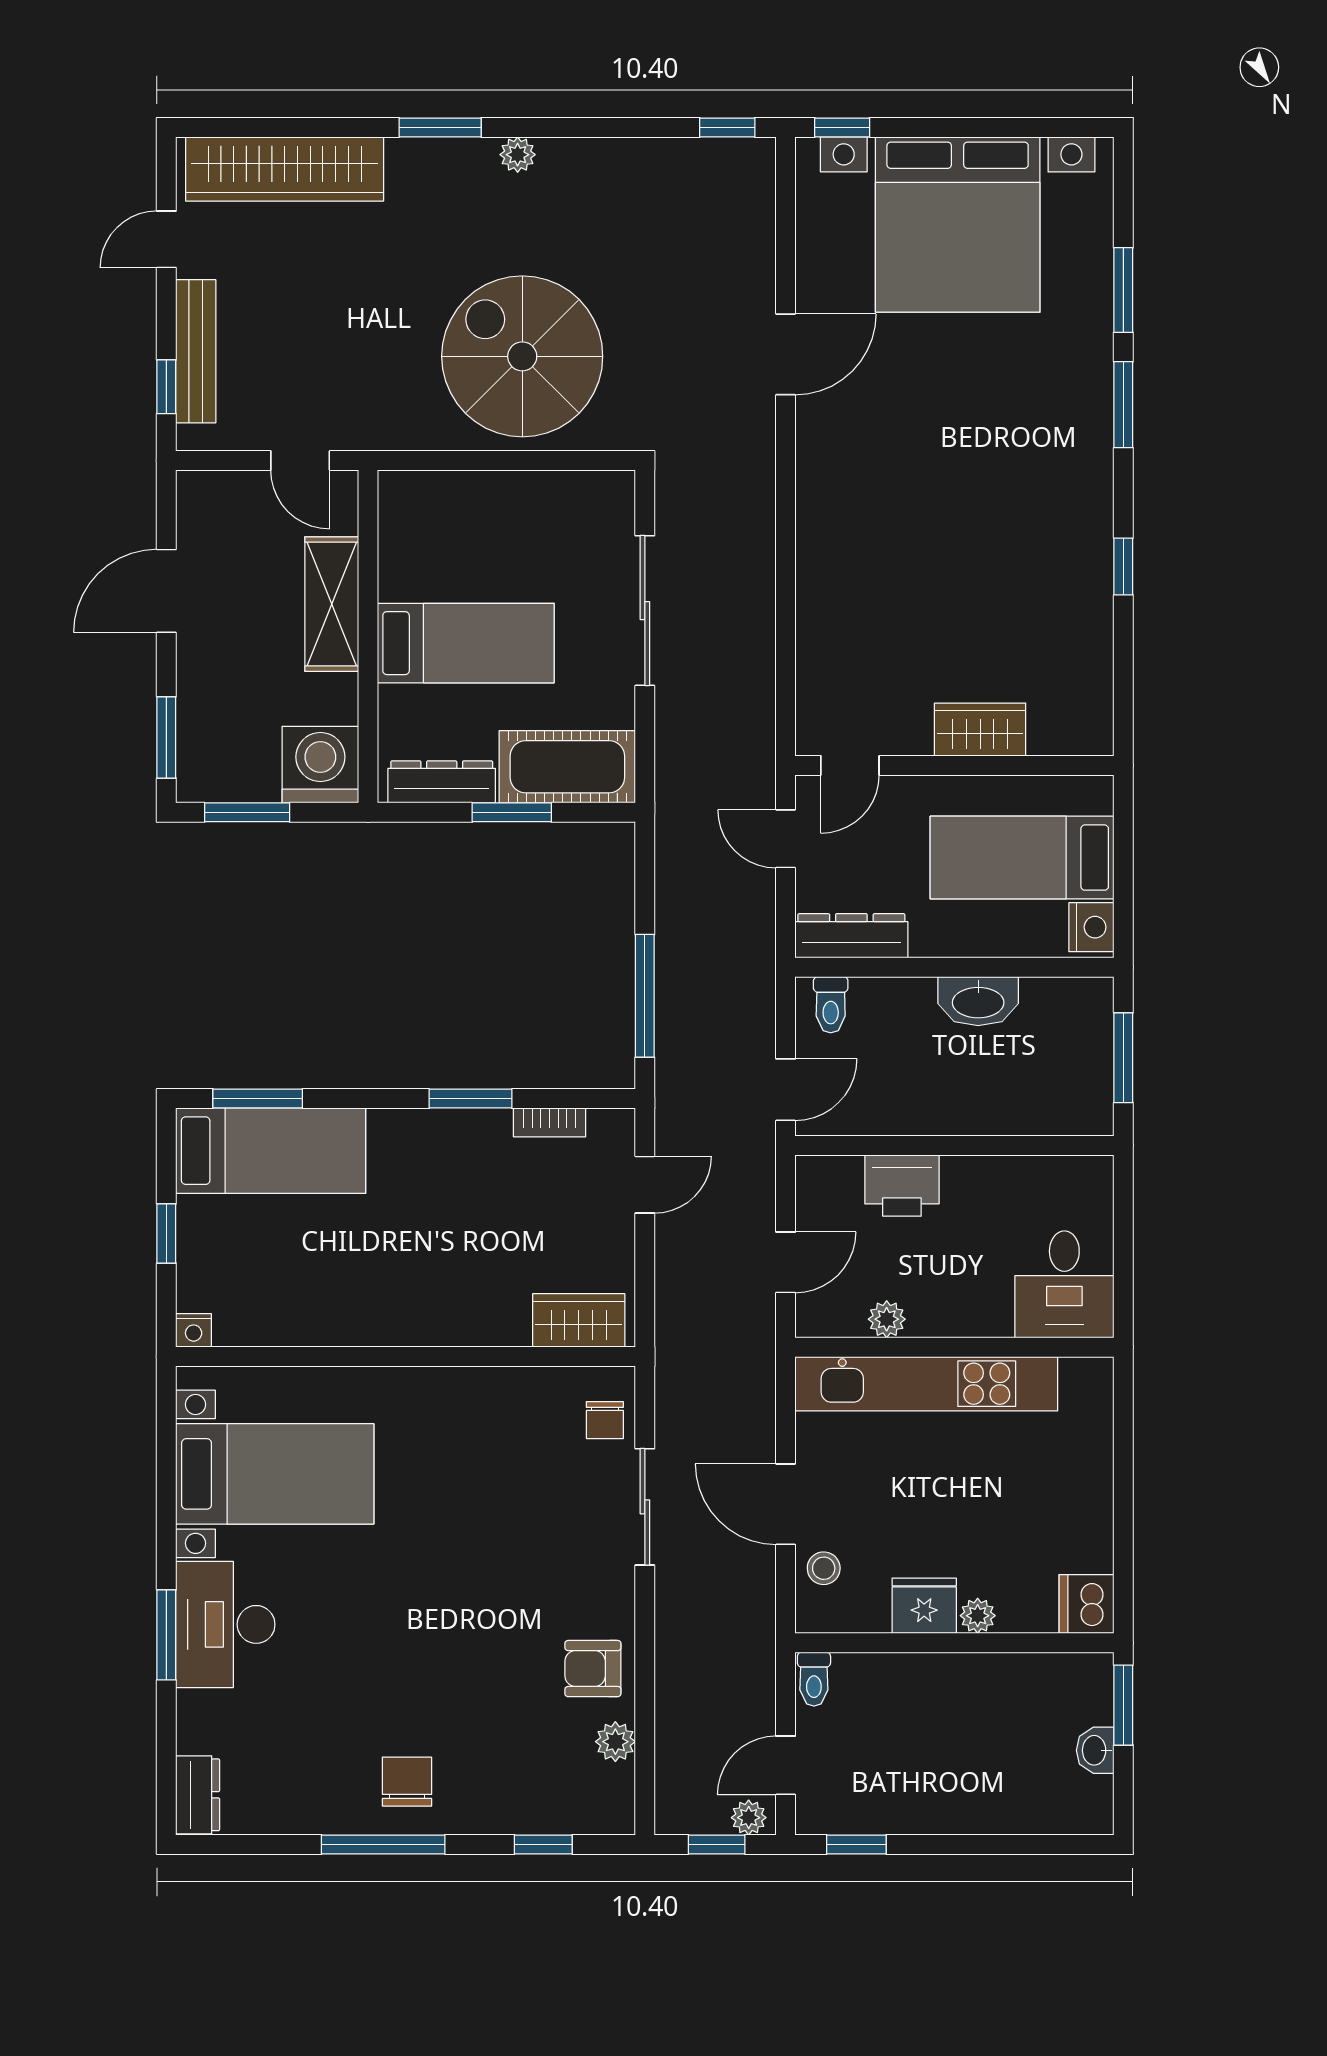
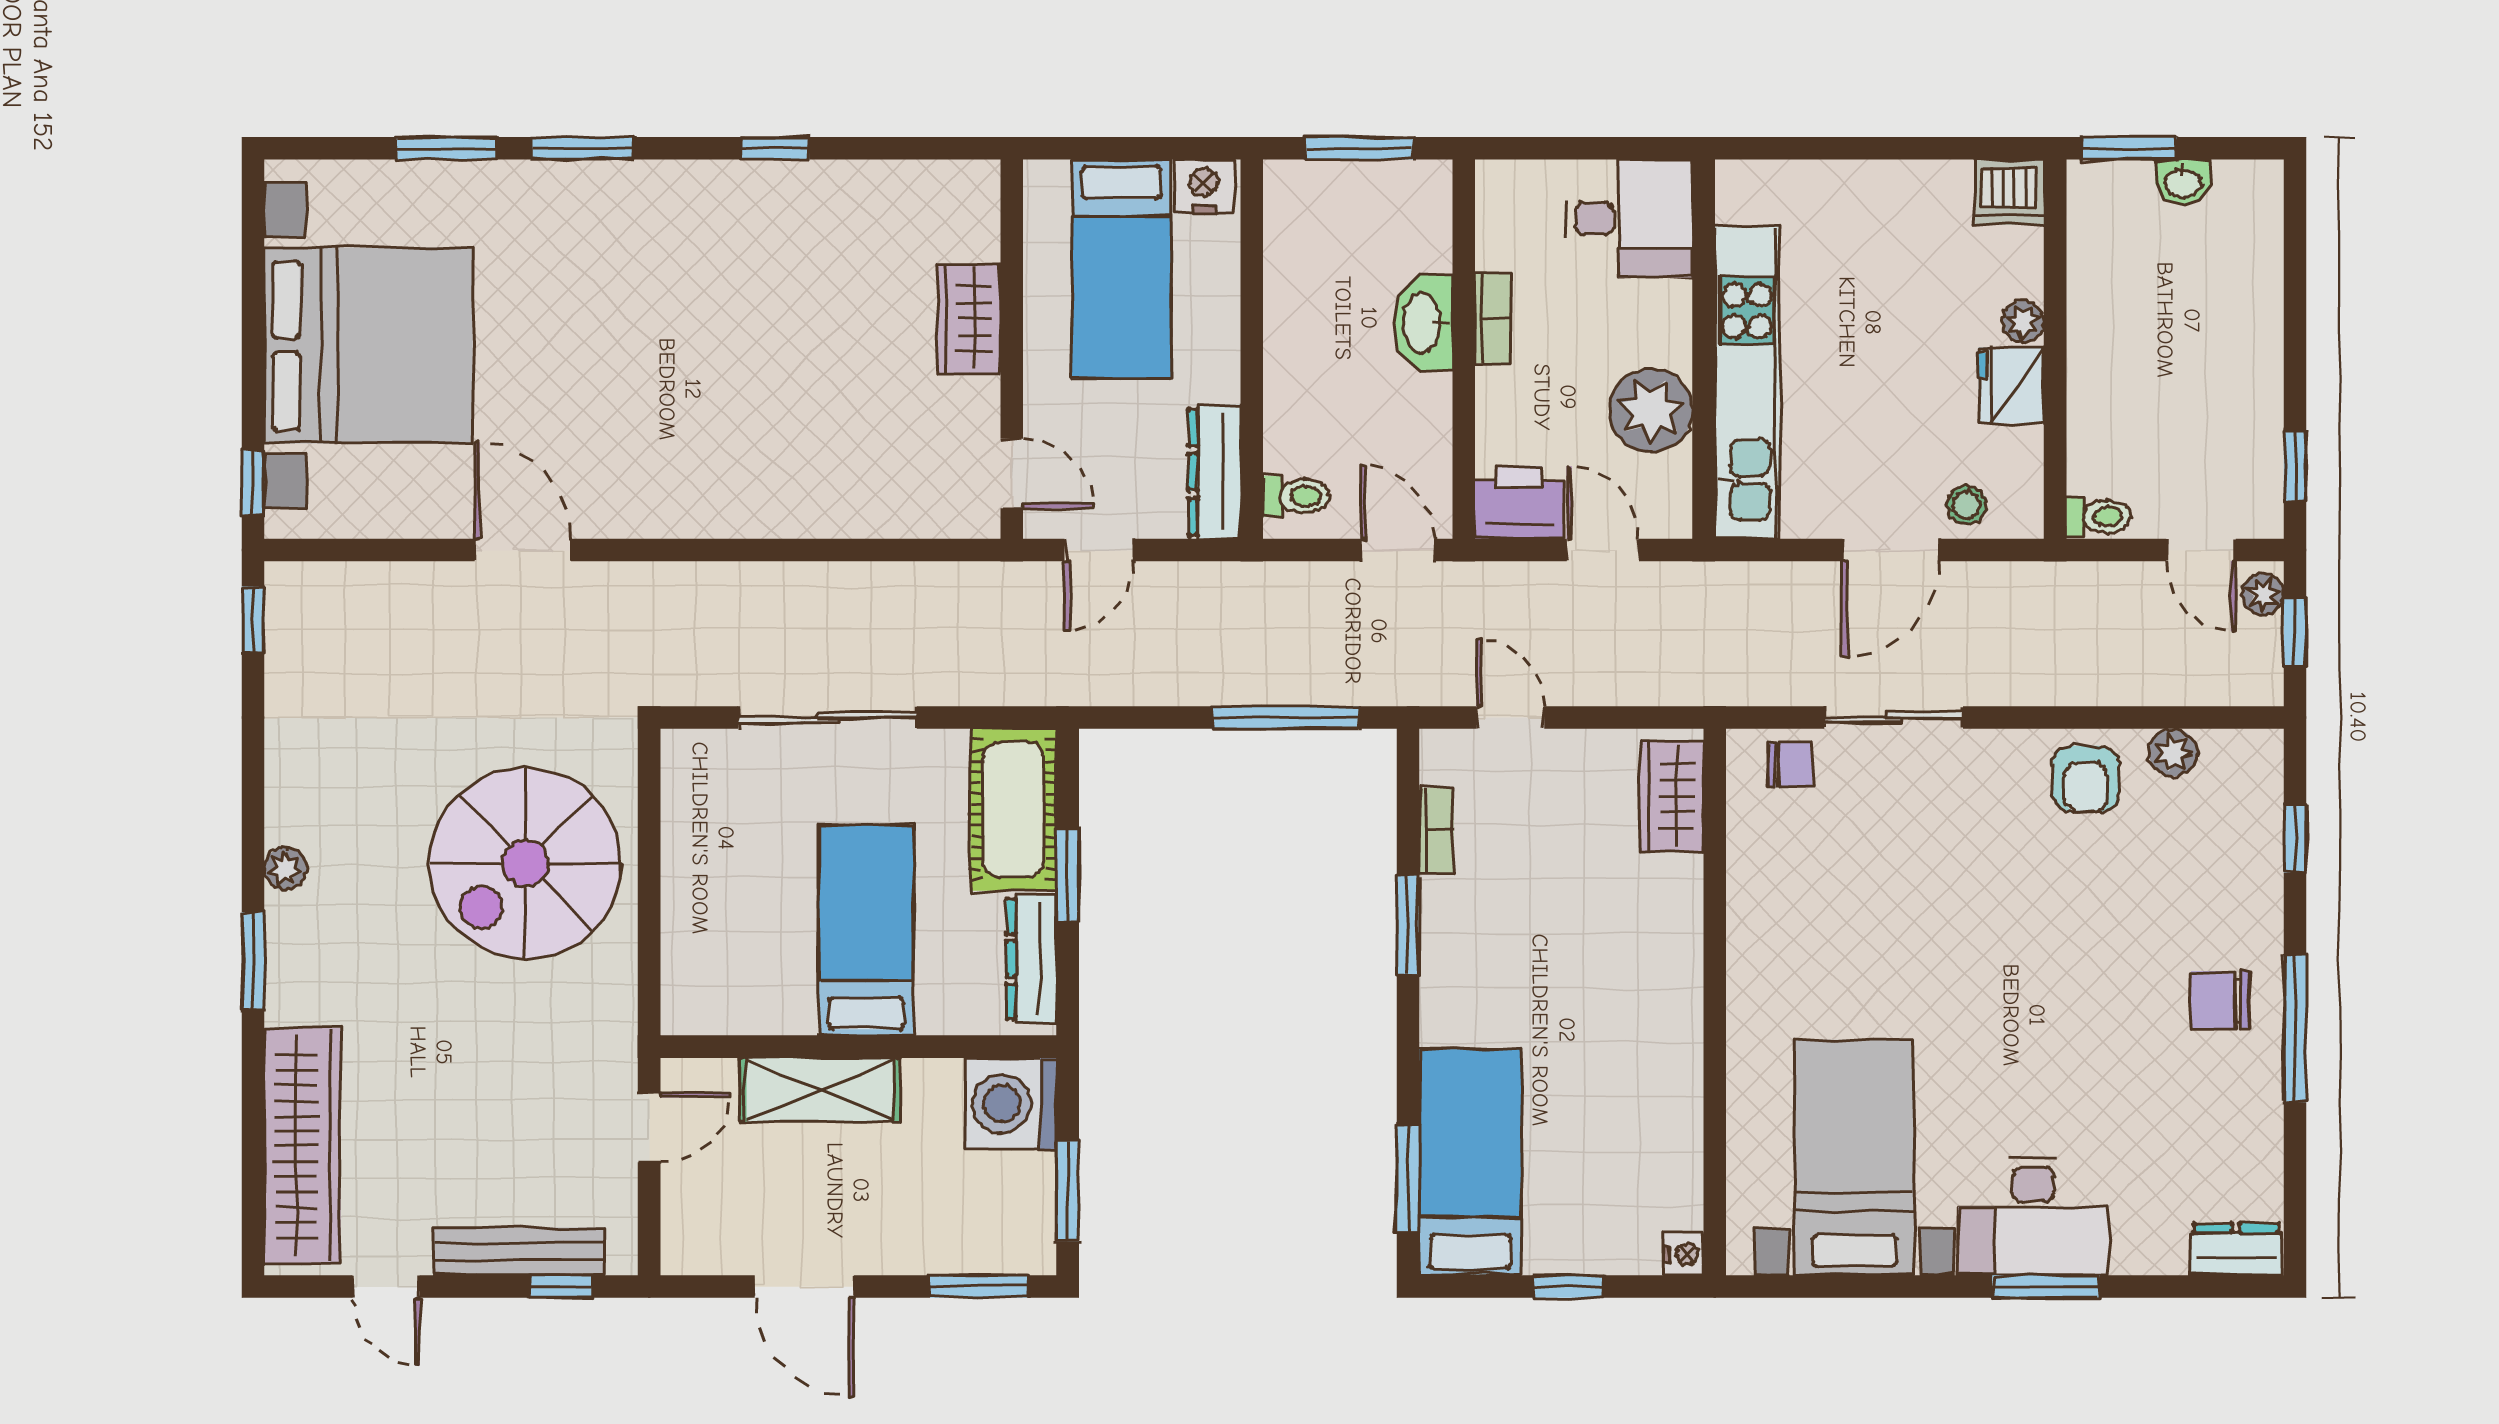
washbasin: (978, 1001) -> (1423, 323), moved, turned 180
bookcase: (981, 1170) -> (1493, 318), added
printer: (902, 1186) -> (1519, 502), moved, turned -90
plant: (887, 1319) -> (1651, 410), width x1.88, depth x1.88

